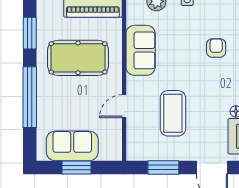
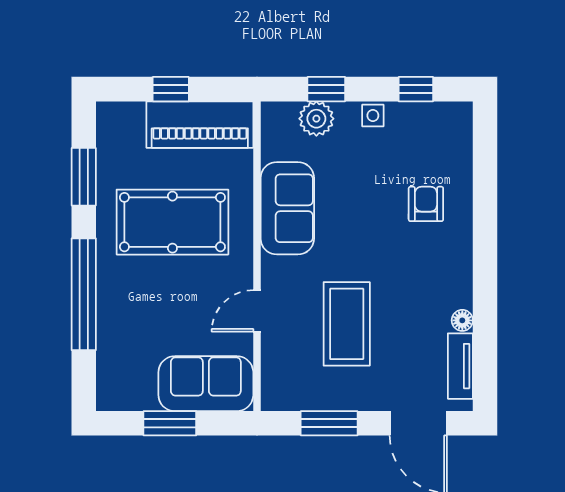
sofa: (72, 146) -> (206, 384), moved

